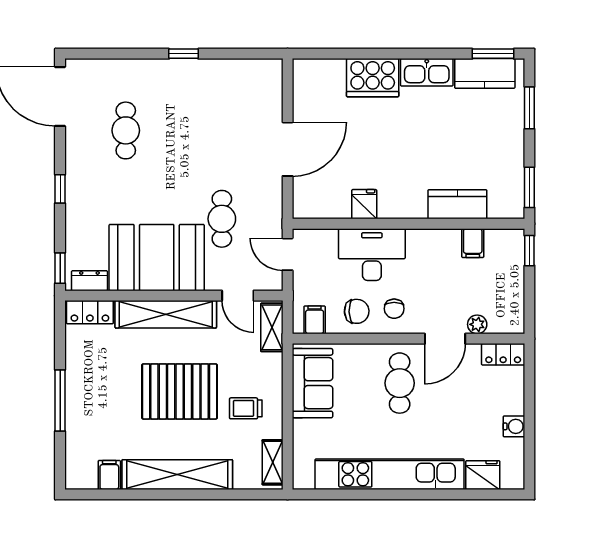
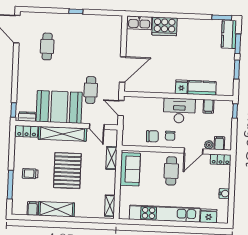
kitchen sink: (427, 72) -> (139, 23), moved
kitchen counter: (485, 73) -> (229, 34), moved, turned 90
door: (288, 149) -> (123, 69), moved
window: (529, 187) -> (237, 70), moved
window: (60, 189) -> (15, 73), removed
fridge: (364, 204) -> (181, 87), moved
desk: (372, 255) -> (179, 111), moved
filing cabinet: (315, 320) -> (219, 143), moved
shelving: (272, 327) -> (111, 158), moved
pallet: (180, 391) -> (67, 171), turned 90
window: (60, 401) -> (10, 185), moved
trolley: (246, 408) -> (30, 174), moved
shelving: (177, 475) -> (56, 209), width x0.68

